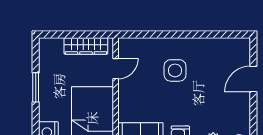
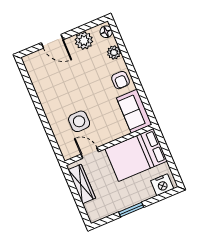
side table: (175, 70) -> (79, 121), moved
plant: (240, 114) -> (84, 41), added

